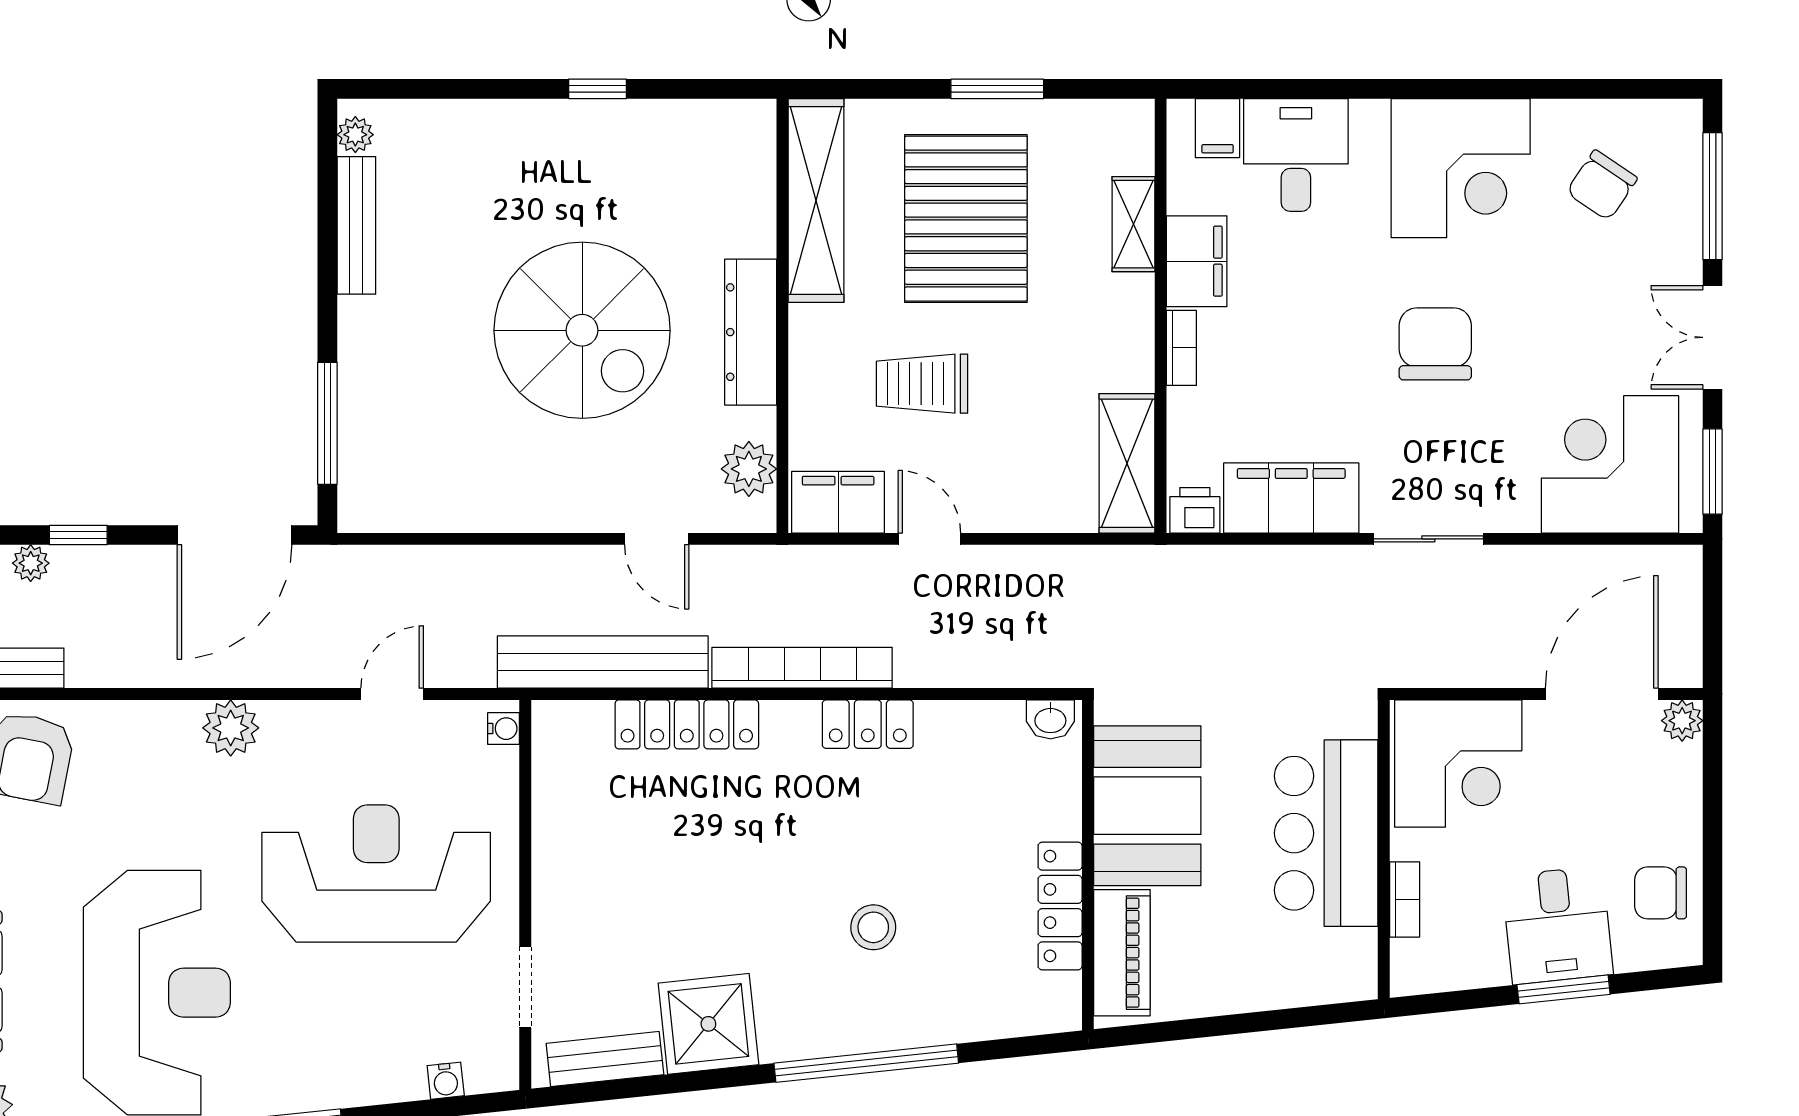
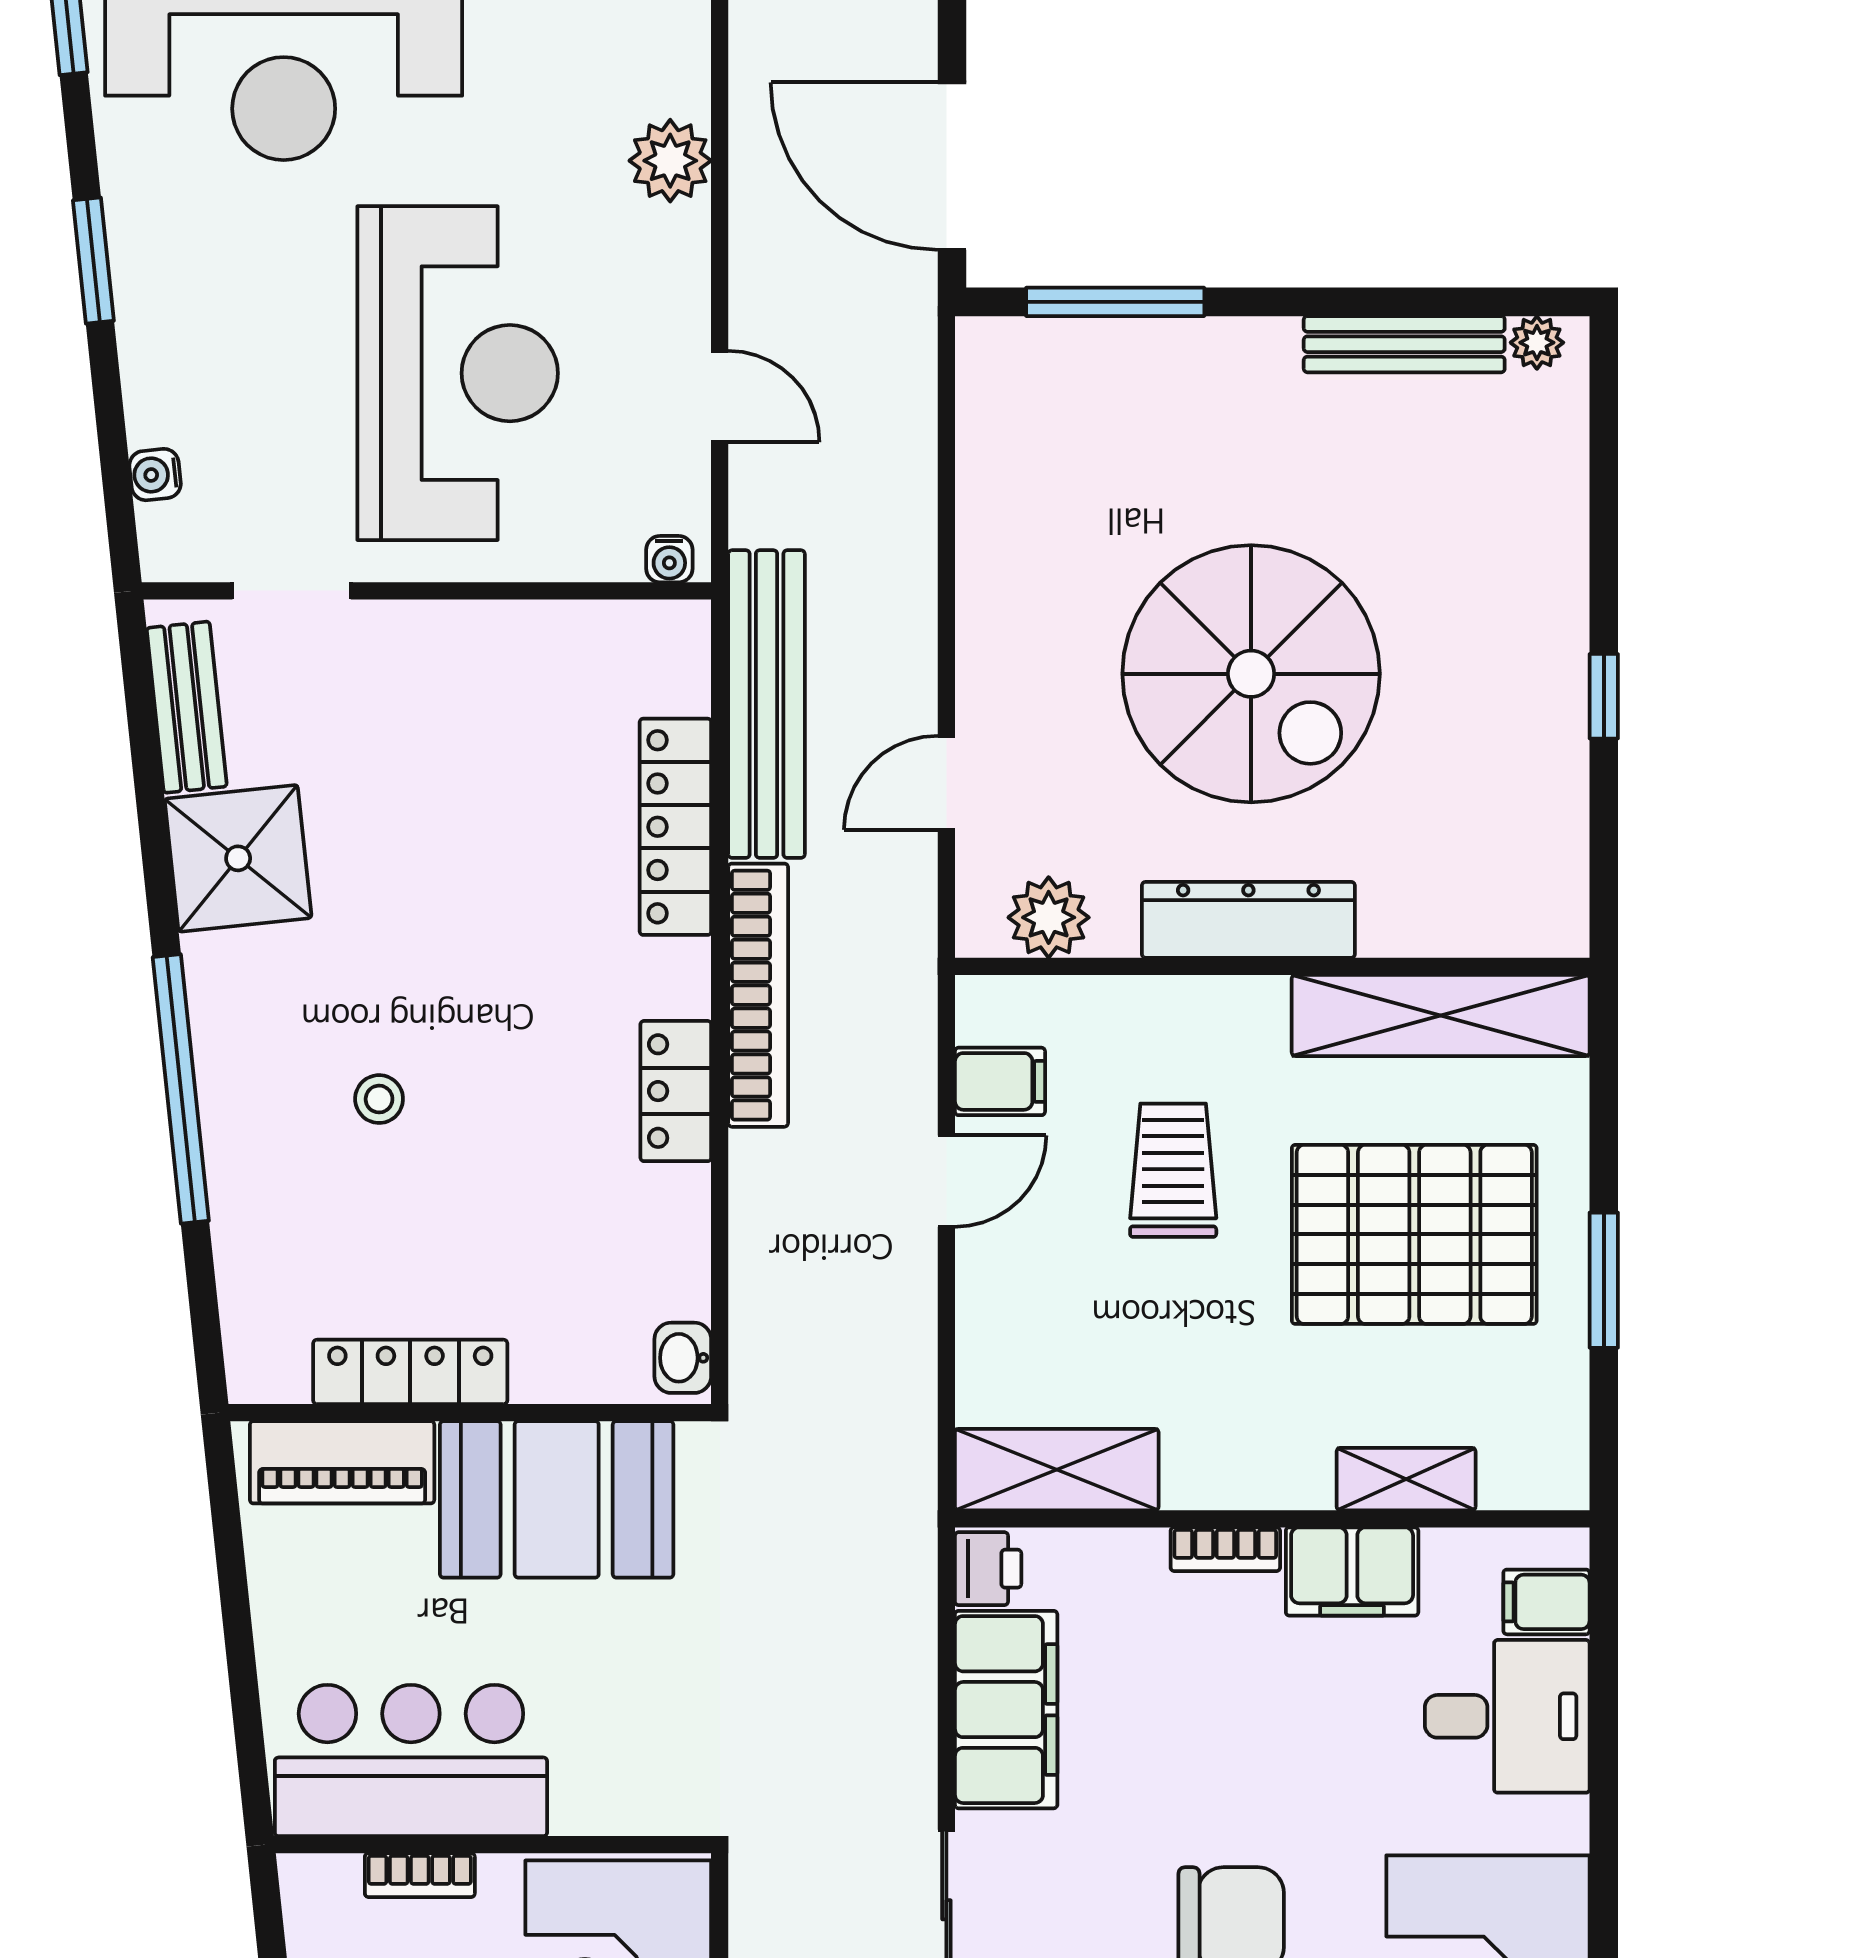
spiral stairs: (582, 330) -> (1251, 674), turned -90
filing cabinet: (838, 502) -> (1000, 1081), width x0.50
bar counter: (1326, 833) -> (411, 1760), moved
stool: (873, 927) -> (379, 1099), width x0.73, depth x0.73

